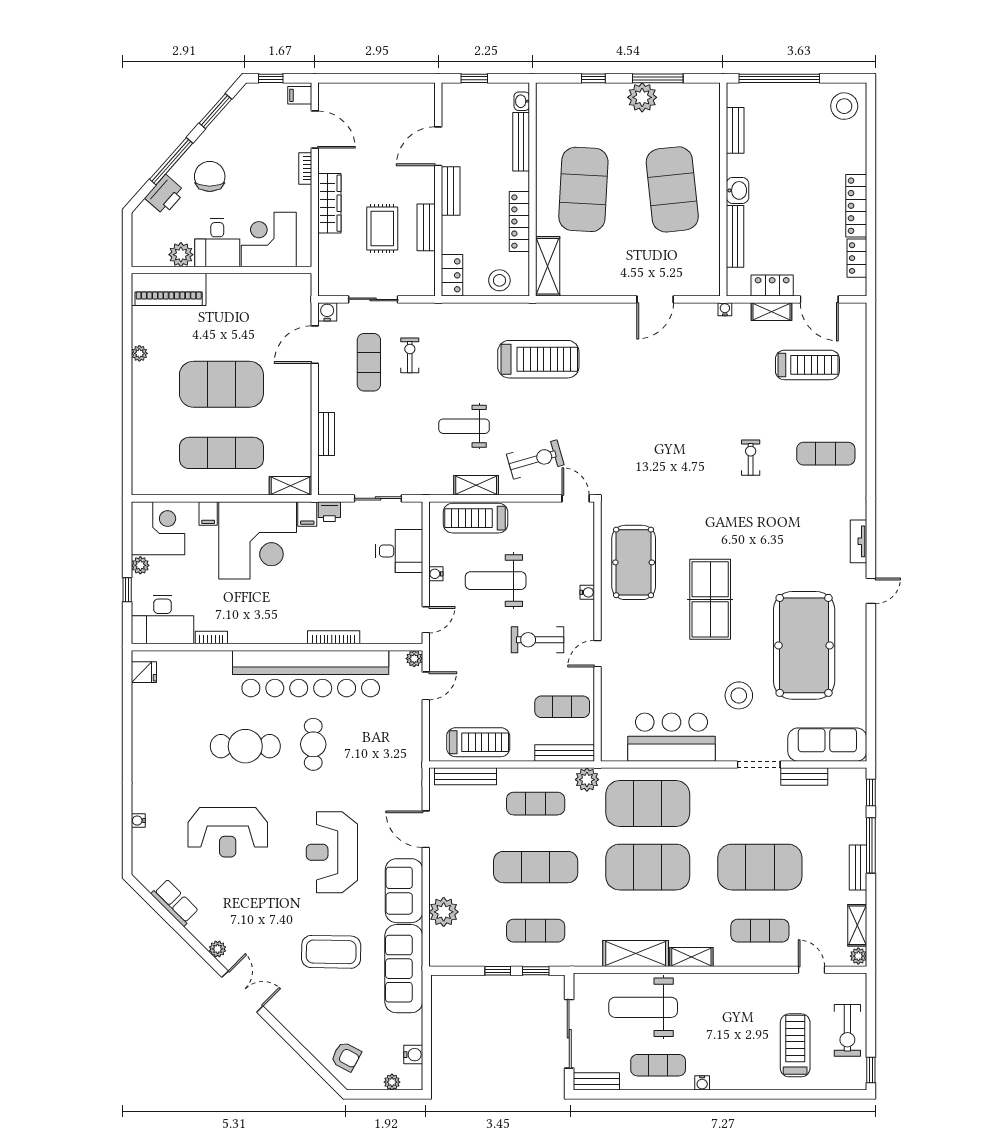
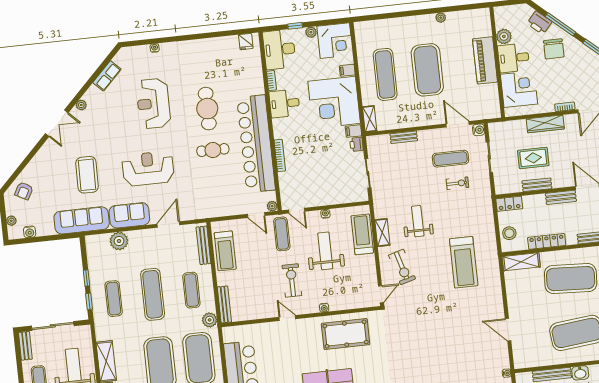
chair: (210, 176) -> (554, 49), turned 90
piano: (169, 289) -> (485, 60), moved
desk: (399, 551) -> (284, 103), moved, turned 90
exercise mat: (562, 707) -> (282, 234), moved

